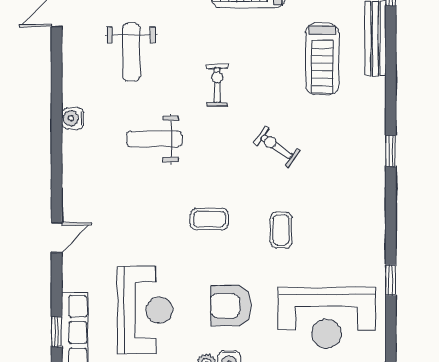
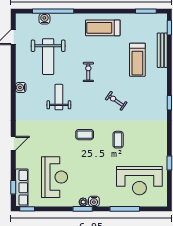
weight bench: (131, 52) -> (48, 57), width x1.36, depth x1.33
weight bench: (154, 139) -> (59, 97), turned 90
armchair: (231, 306) -> (95, 175), removed

